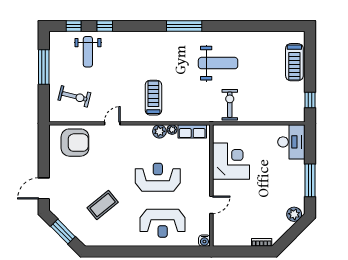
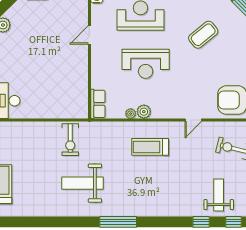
treadmill: (153, 98) -> (150, 147), turned 90
row of seats: (192, 131) -> (98, 104), moved, turned 90
corner desk: (231, 161) -> (69, 81), removed

